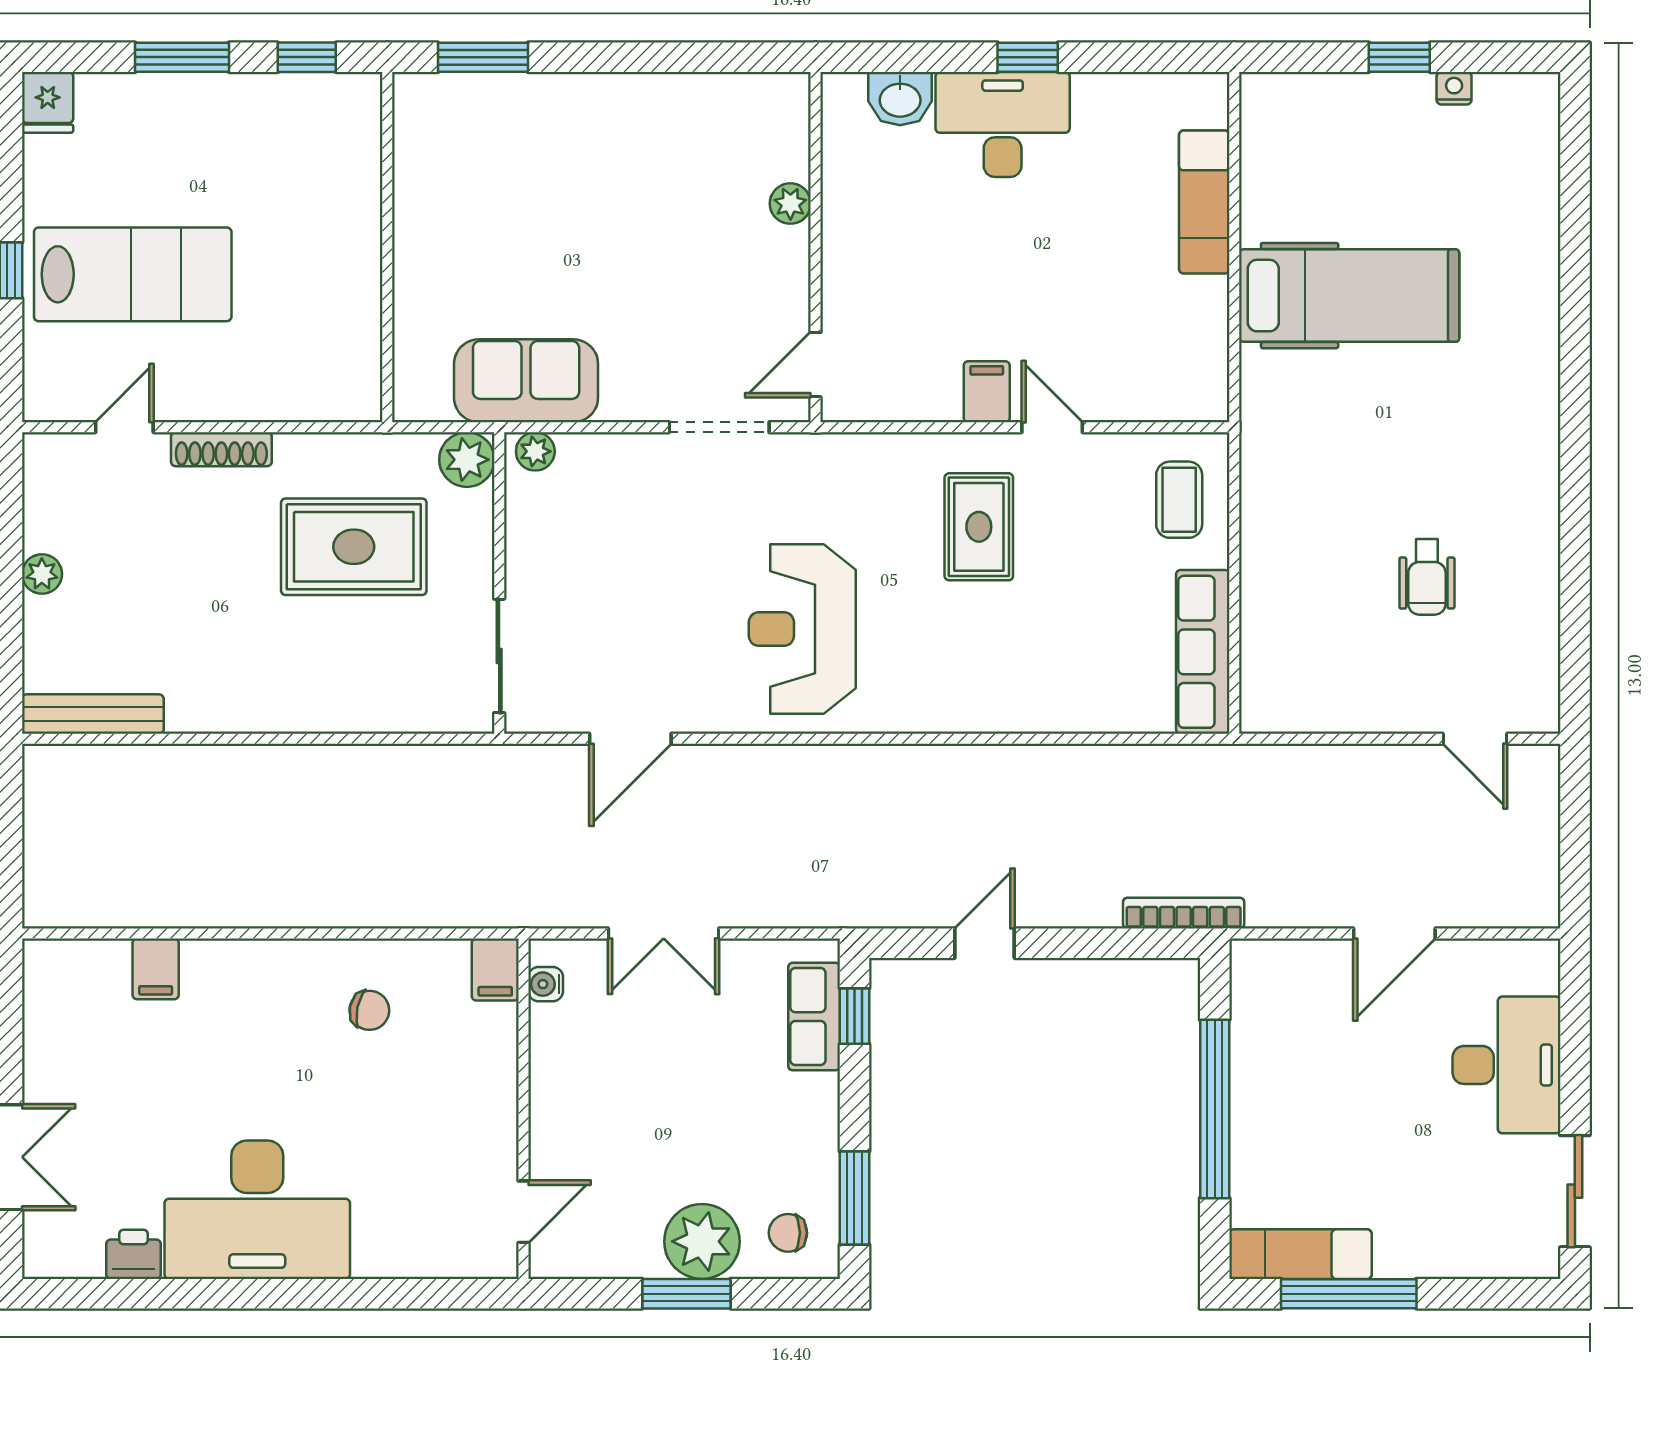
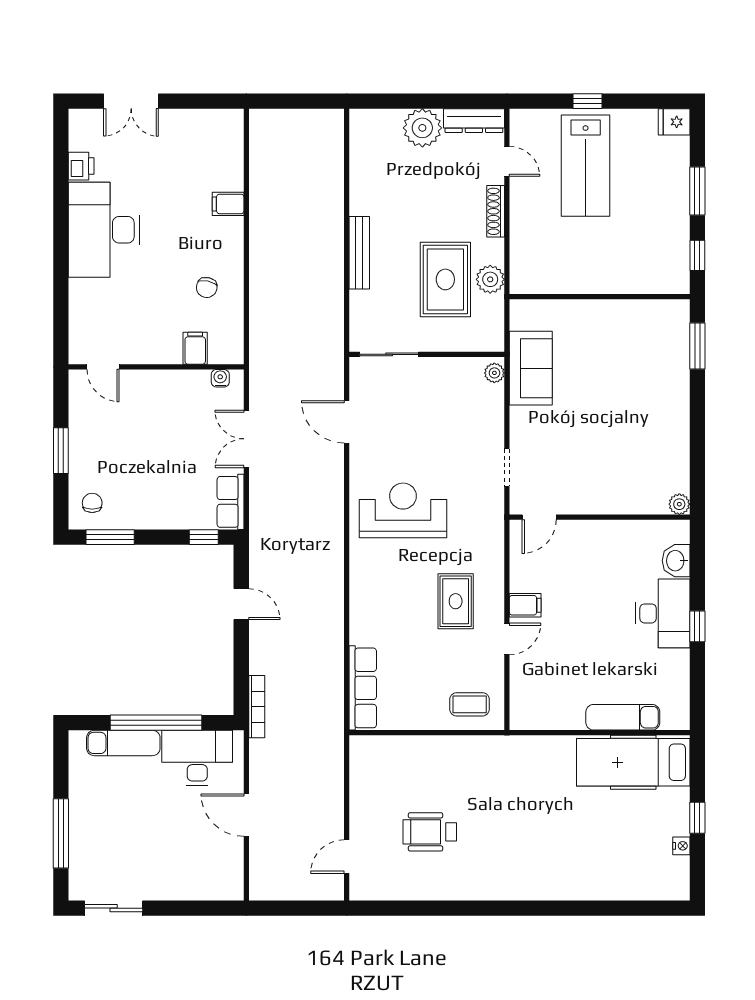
plant: (790, 204) -> (679, 504), moved
hospital bed: (1349, 296) -> (633, 762), moved, turned 90
door: (816, 365) -> (539, 517), swing flipped
doorway: (719, 427) -> (507, 468), width x0.73
plant: (467, 460) -> (490, 279), moved
dresser: (45, 491) -> (474, 121), added
rug: (979, 527) -> (456, 601), turned 90
plant: (42, 574) -> (422, 128), width x1.87, depth x1.87
wheelchair: (1427, 577) -> (430, 832), width x1.36, depth x1.37
row of seats: (1203, 652) -> (363, 688), moved, turned 90
bench: (93, 714) -> (359, 253), moved
filing cabinet: (156, 969) -> (228, 204), moved
filing cabinet: (495, 969) -> (195, 348), moved, turned 90
row of seats: (814, 1017) -> (230, 502), moved, turned -90
desk: (1507, 1065) -> (197, 758), moved, turned 180
plant: (702, 1241) -> (88, 459), removed
exam couch: (1300, 1254) -> (123, 743), moved, turned 90
window: (1349, 1294) -> (61, 833), moved

